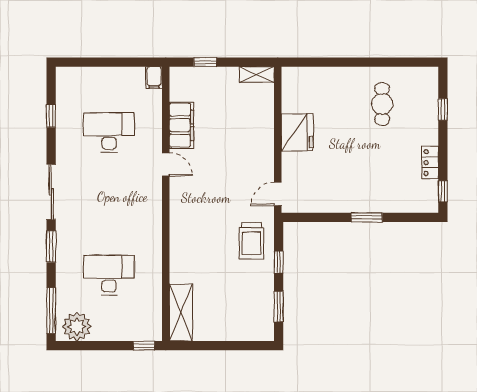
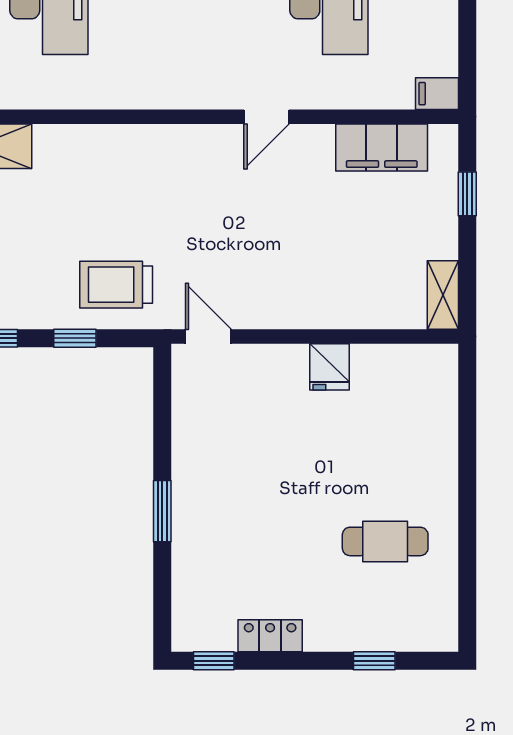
filing cabinet: (182, 125) -> (382, 147), moved
fridge: (297, 132) -> (329, 367), width x0.53, depth x0.75

